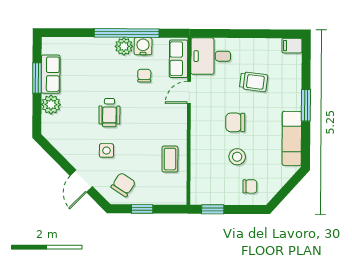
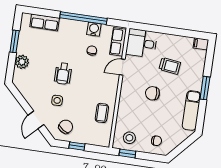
plant: (124, 46) -> (80, 27), removed
row of seats: (51, 74) -> (45, 22), moved, turned 90
stool: (237, 157) -> (129, 138), moved

